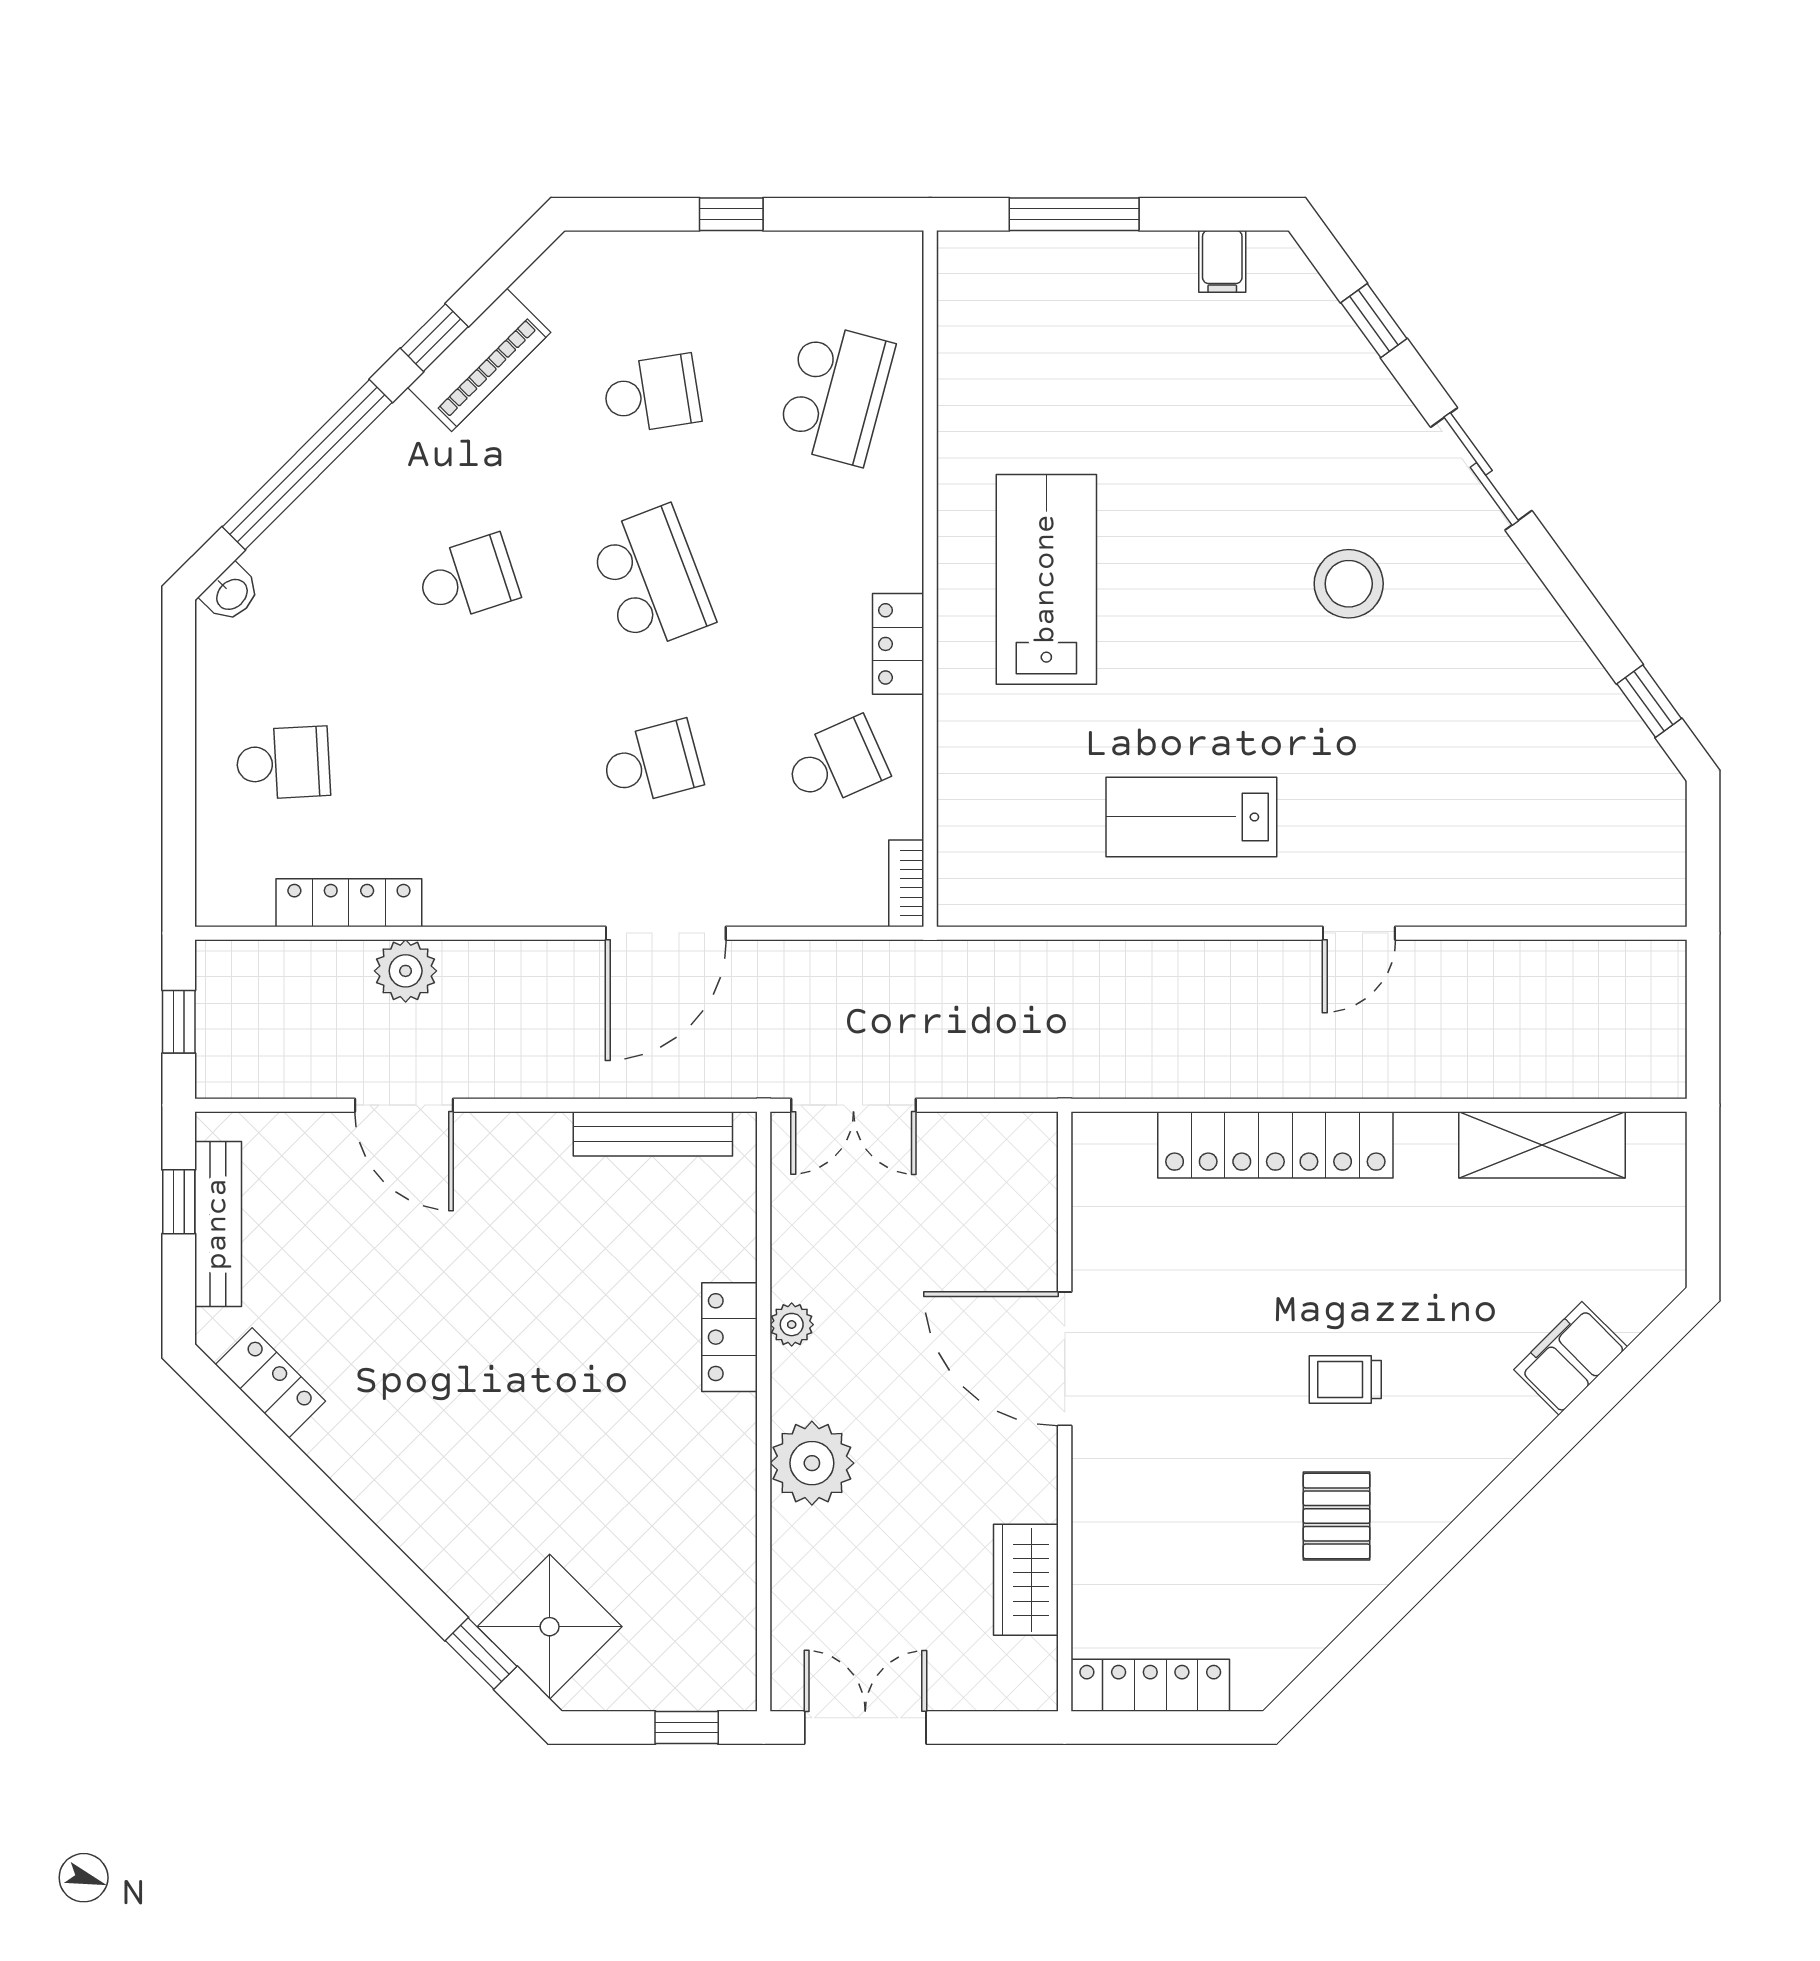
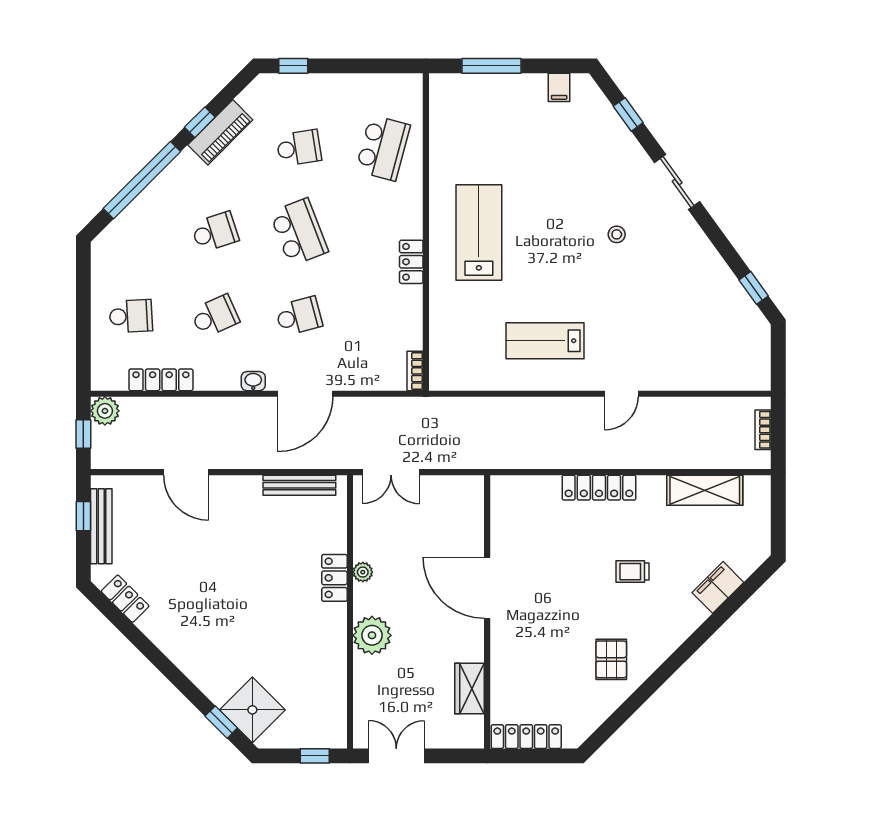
window: (731, 214) -> (293, 66), moved
stool: (1349, 584) -> (617, 234), width x0.53, depth x0.53
washbasin: (231, 594) -> (253, 381), moved, turned -135
school desk: (836, 763) -> (215, 316), moved
plant: (406, 971) -> (105, 411), moved
bookcase: (1670, 1012) -> (763, 430), added
locker: (1275, 1145) -> (599, 488), width x0.71, depth x0.83
trolley: (1345, 1380) -> (633, 572), moved

